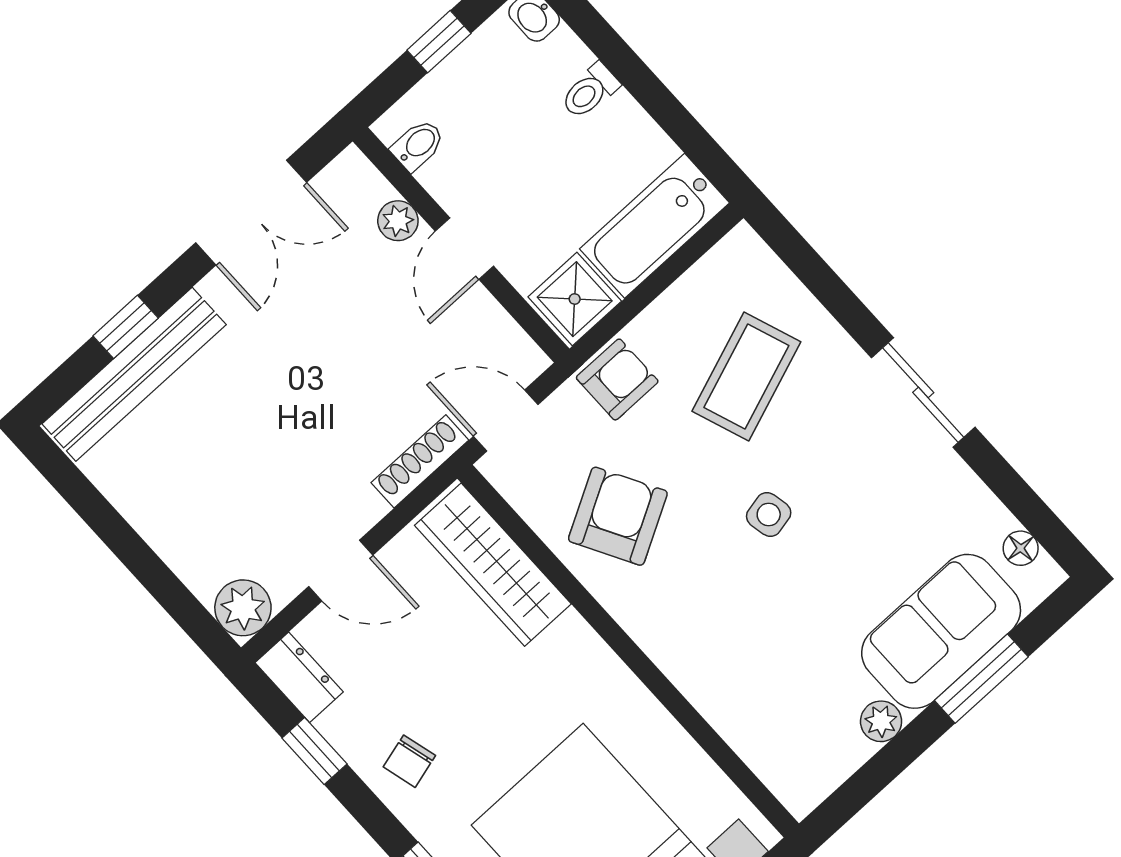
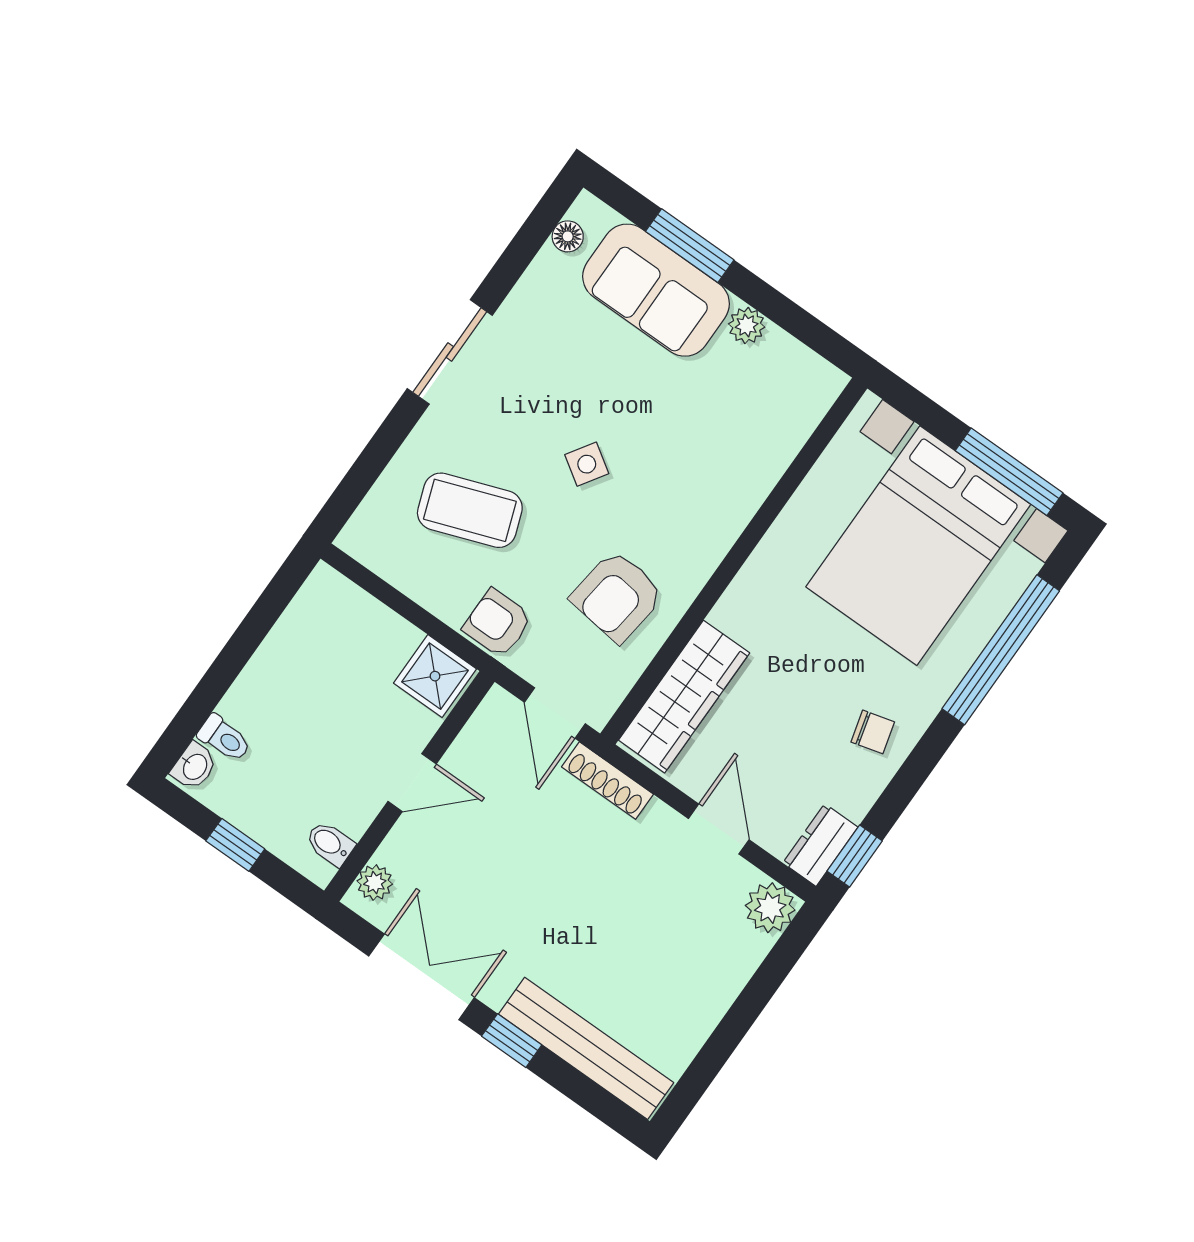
toilet: (590, 91) -> (224, 738), moved
plant: (398, 221) -> (375, 883), moved
bathtub: (655, 226) -> (355, 620), removed
window: (126, 327) -> (512, 1041), moved
side table: (769, 515) -> (587, 464), turned 45
armchair: (618, 516) -> (617, 596), turned -54
window: (314, 751) -> (855, 856), moved

